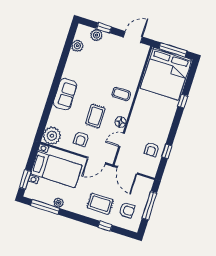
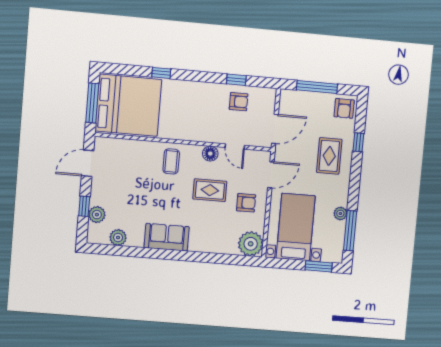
door: (133, 37) -> (88, 163), hinge flipped
sofa: (65, 94) -> (167, 237), moved
door: (96, 160) -> (271, 175), hinge flipped
armchair: (127, 210) -> (344, 108), moved, turned 180

